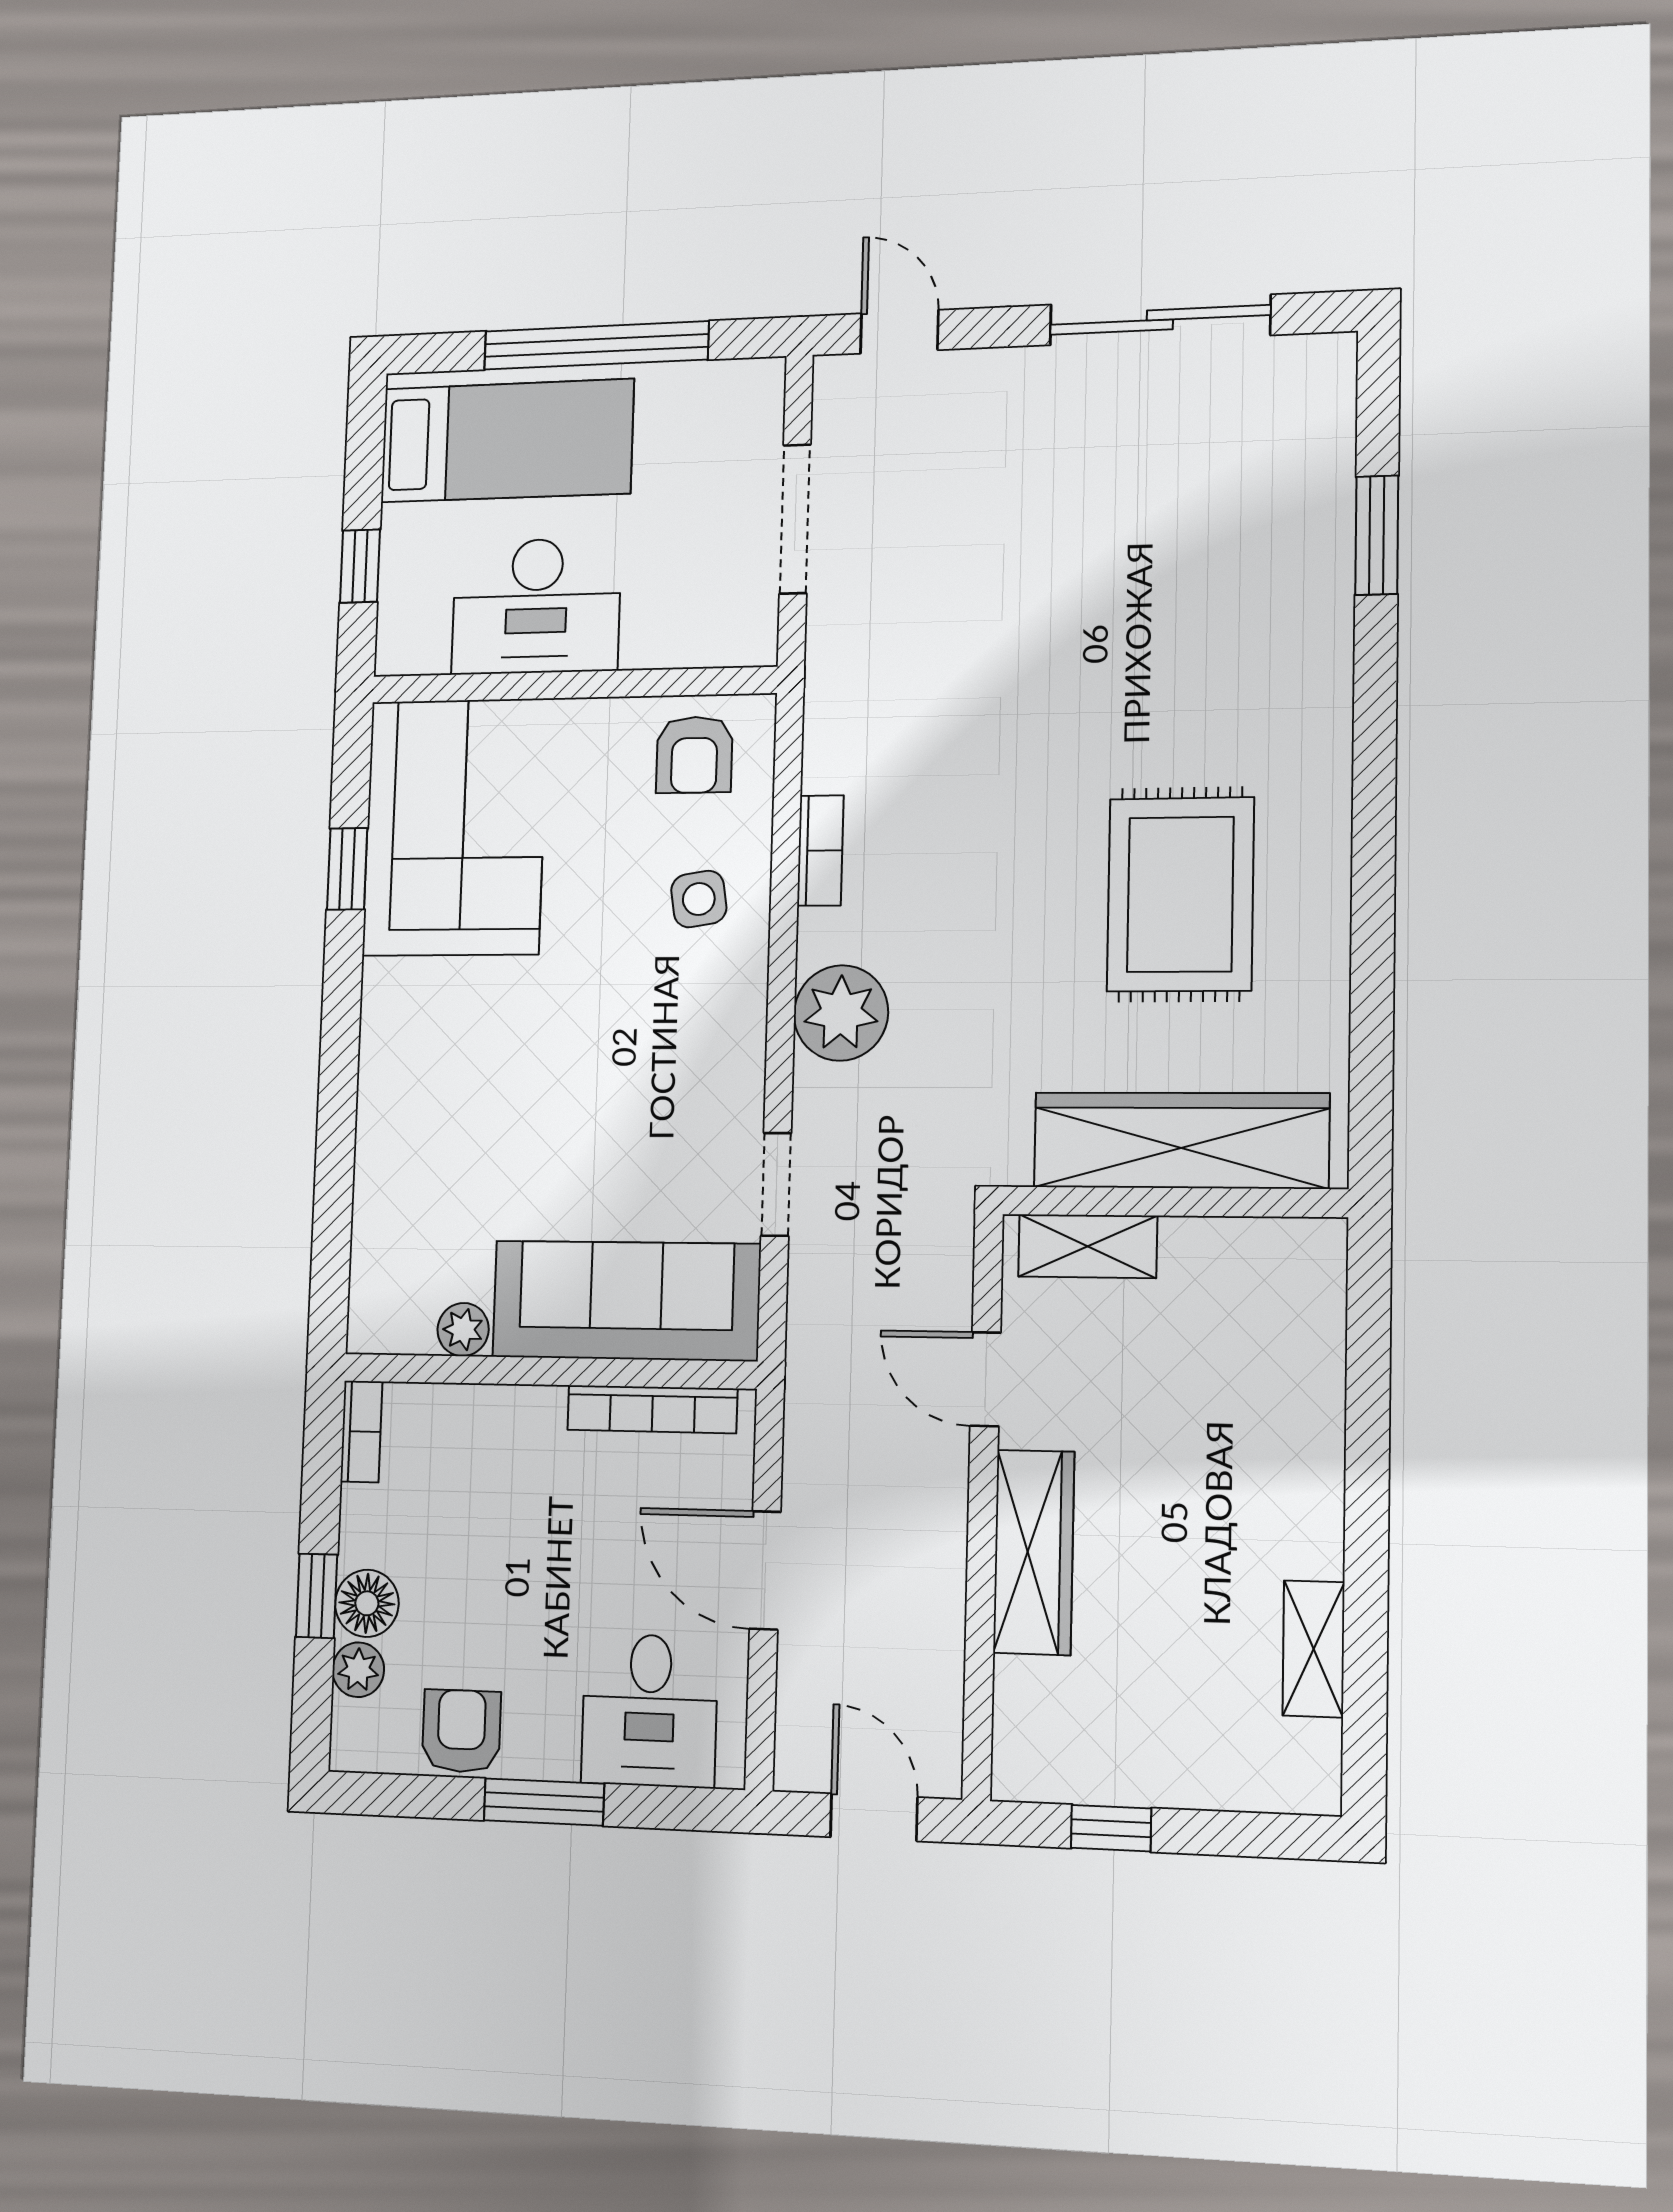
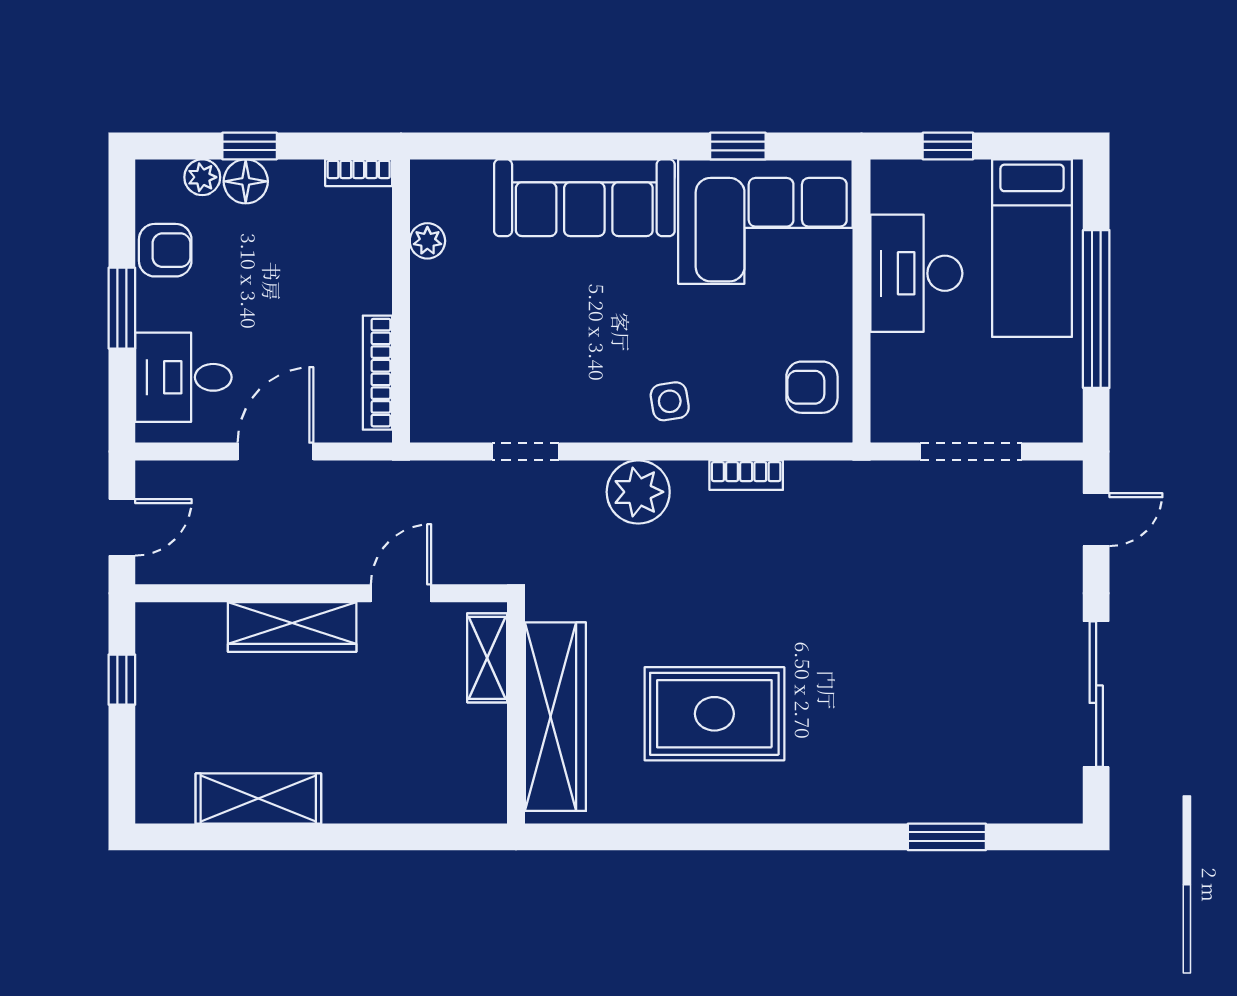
side table: (699, 899) -> (670, 401), moved
sofa: (626, 1301) -> (584, 198), moved, turned 90
shelving: (1314, 1649) -> (258, 799), width x1.50, depth x1.33

